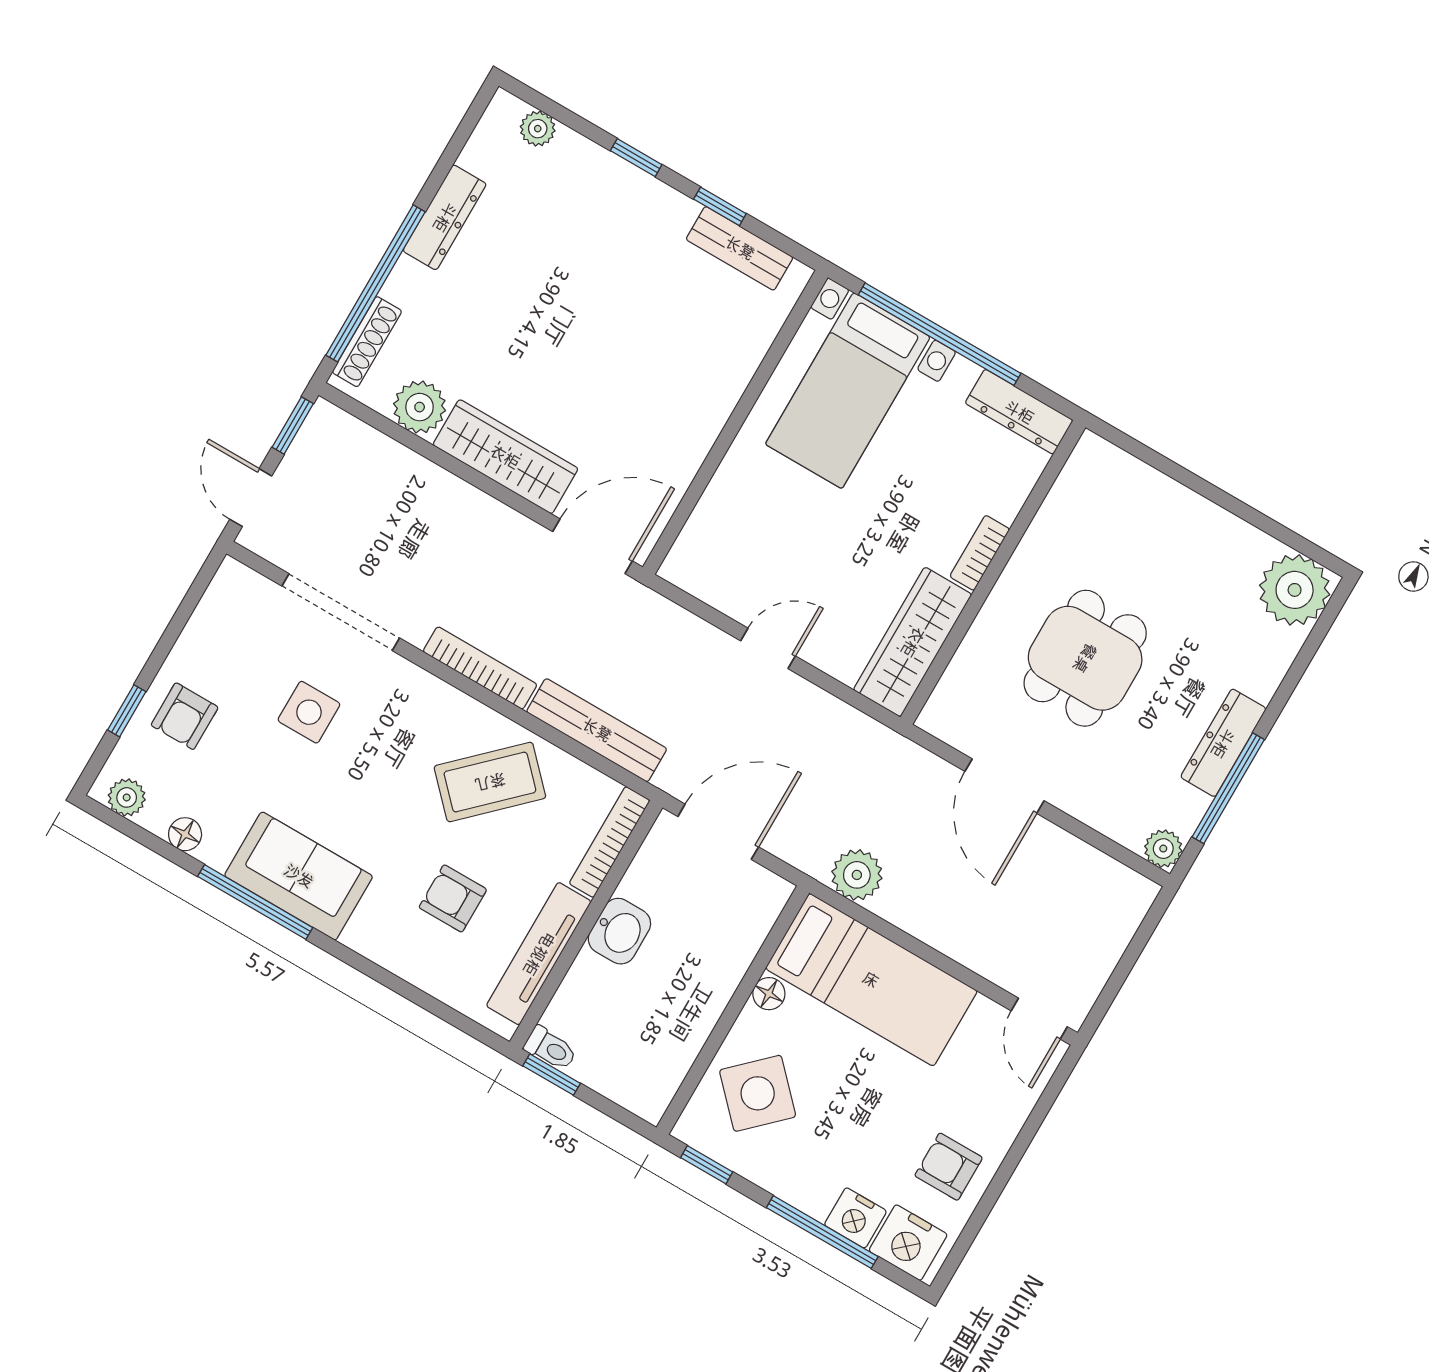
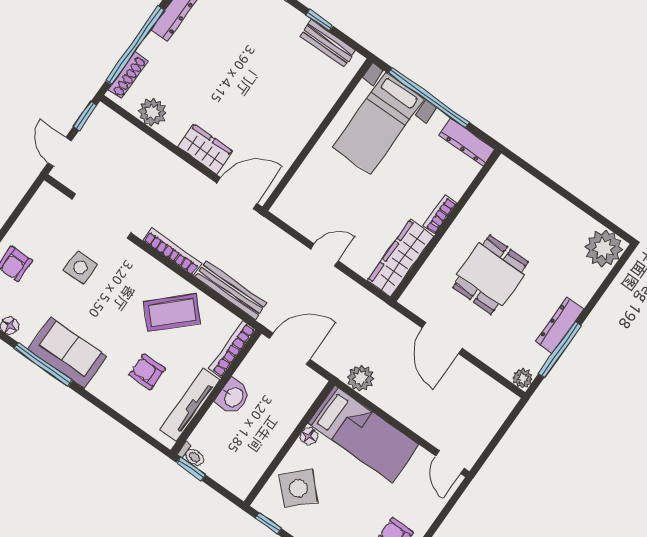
wardrobe: (505, 457) -> (205, 149), width x0.67

